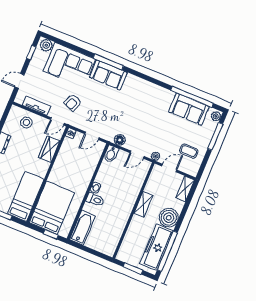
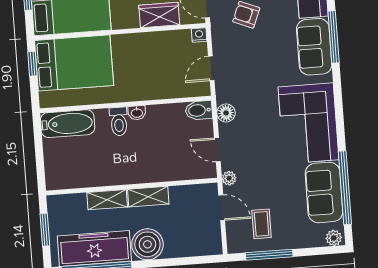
corner sofa: (148, 99) -> (309, 123), added
door: (92, 136) -> (211, 68), hinge flipped
window: (215, 136) -> (269, 255), moved
shelving: (185, 189) -> (107, 200), moved
window: (51, 234) -> (32, 64), moved

